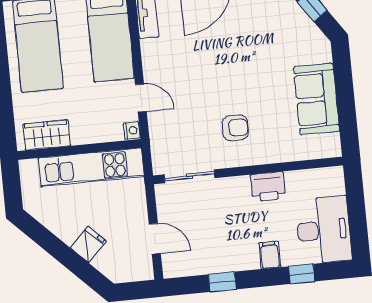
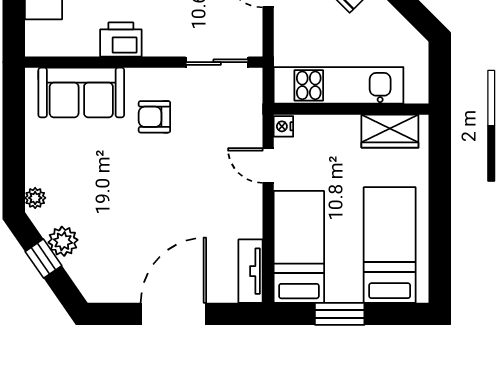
plant: (298, 22) -> (63, 241), added
plant: (324, 54) -> (35, 198), added
sofa: (317, 99) -> (81, 93), moved, turned 90

